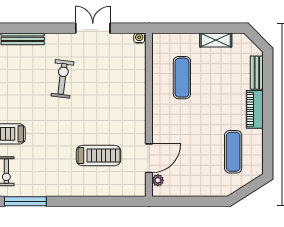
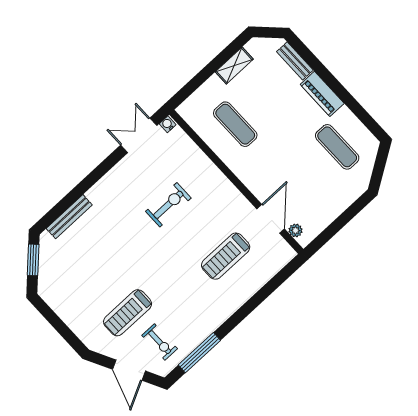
double door: (93, 28) -> (139, 135), moved
exercise bike: (63, 79) -> (168, 205), moved, turned 83
treadmill: (99, 156) -> (226, 256), turned 180

